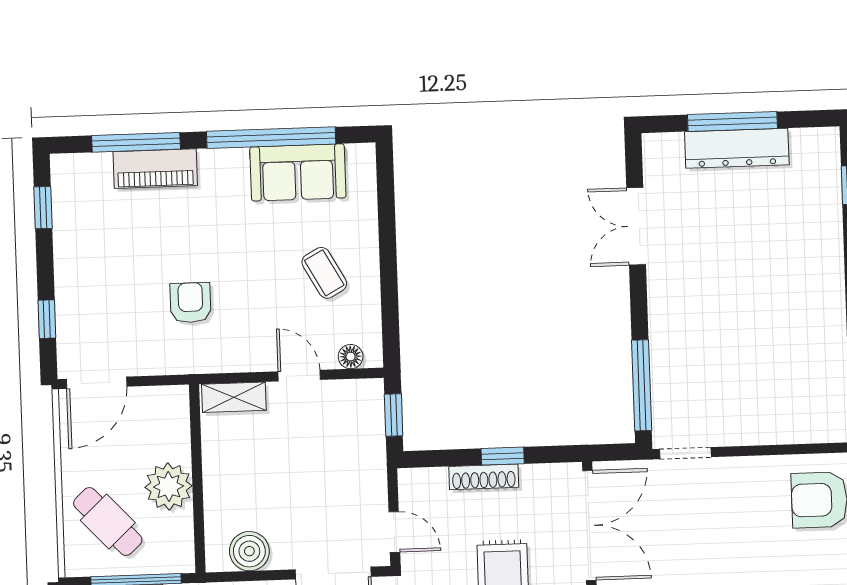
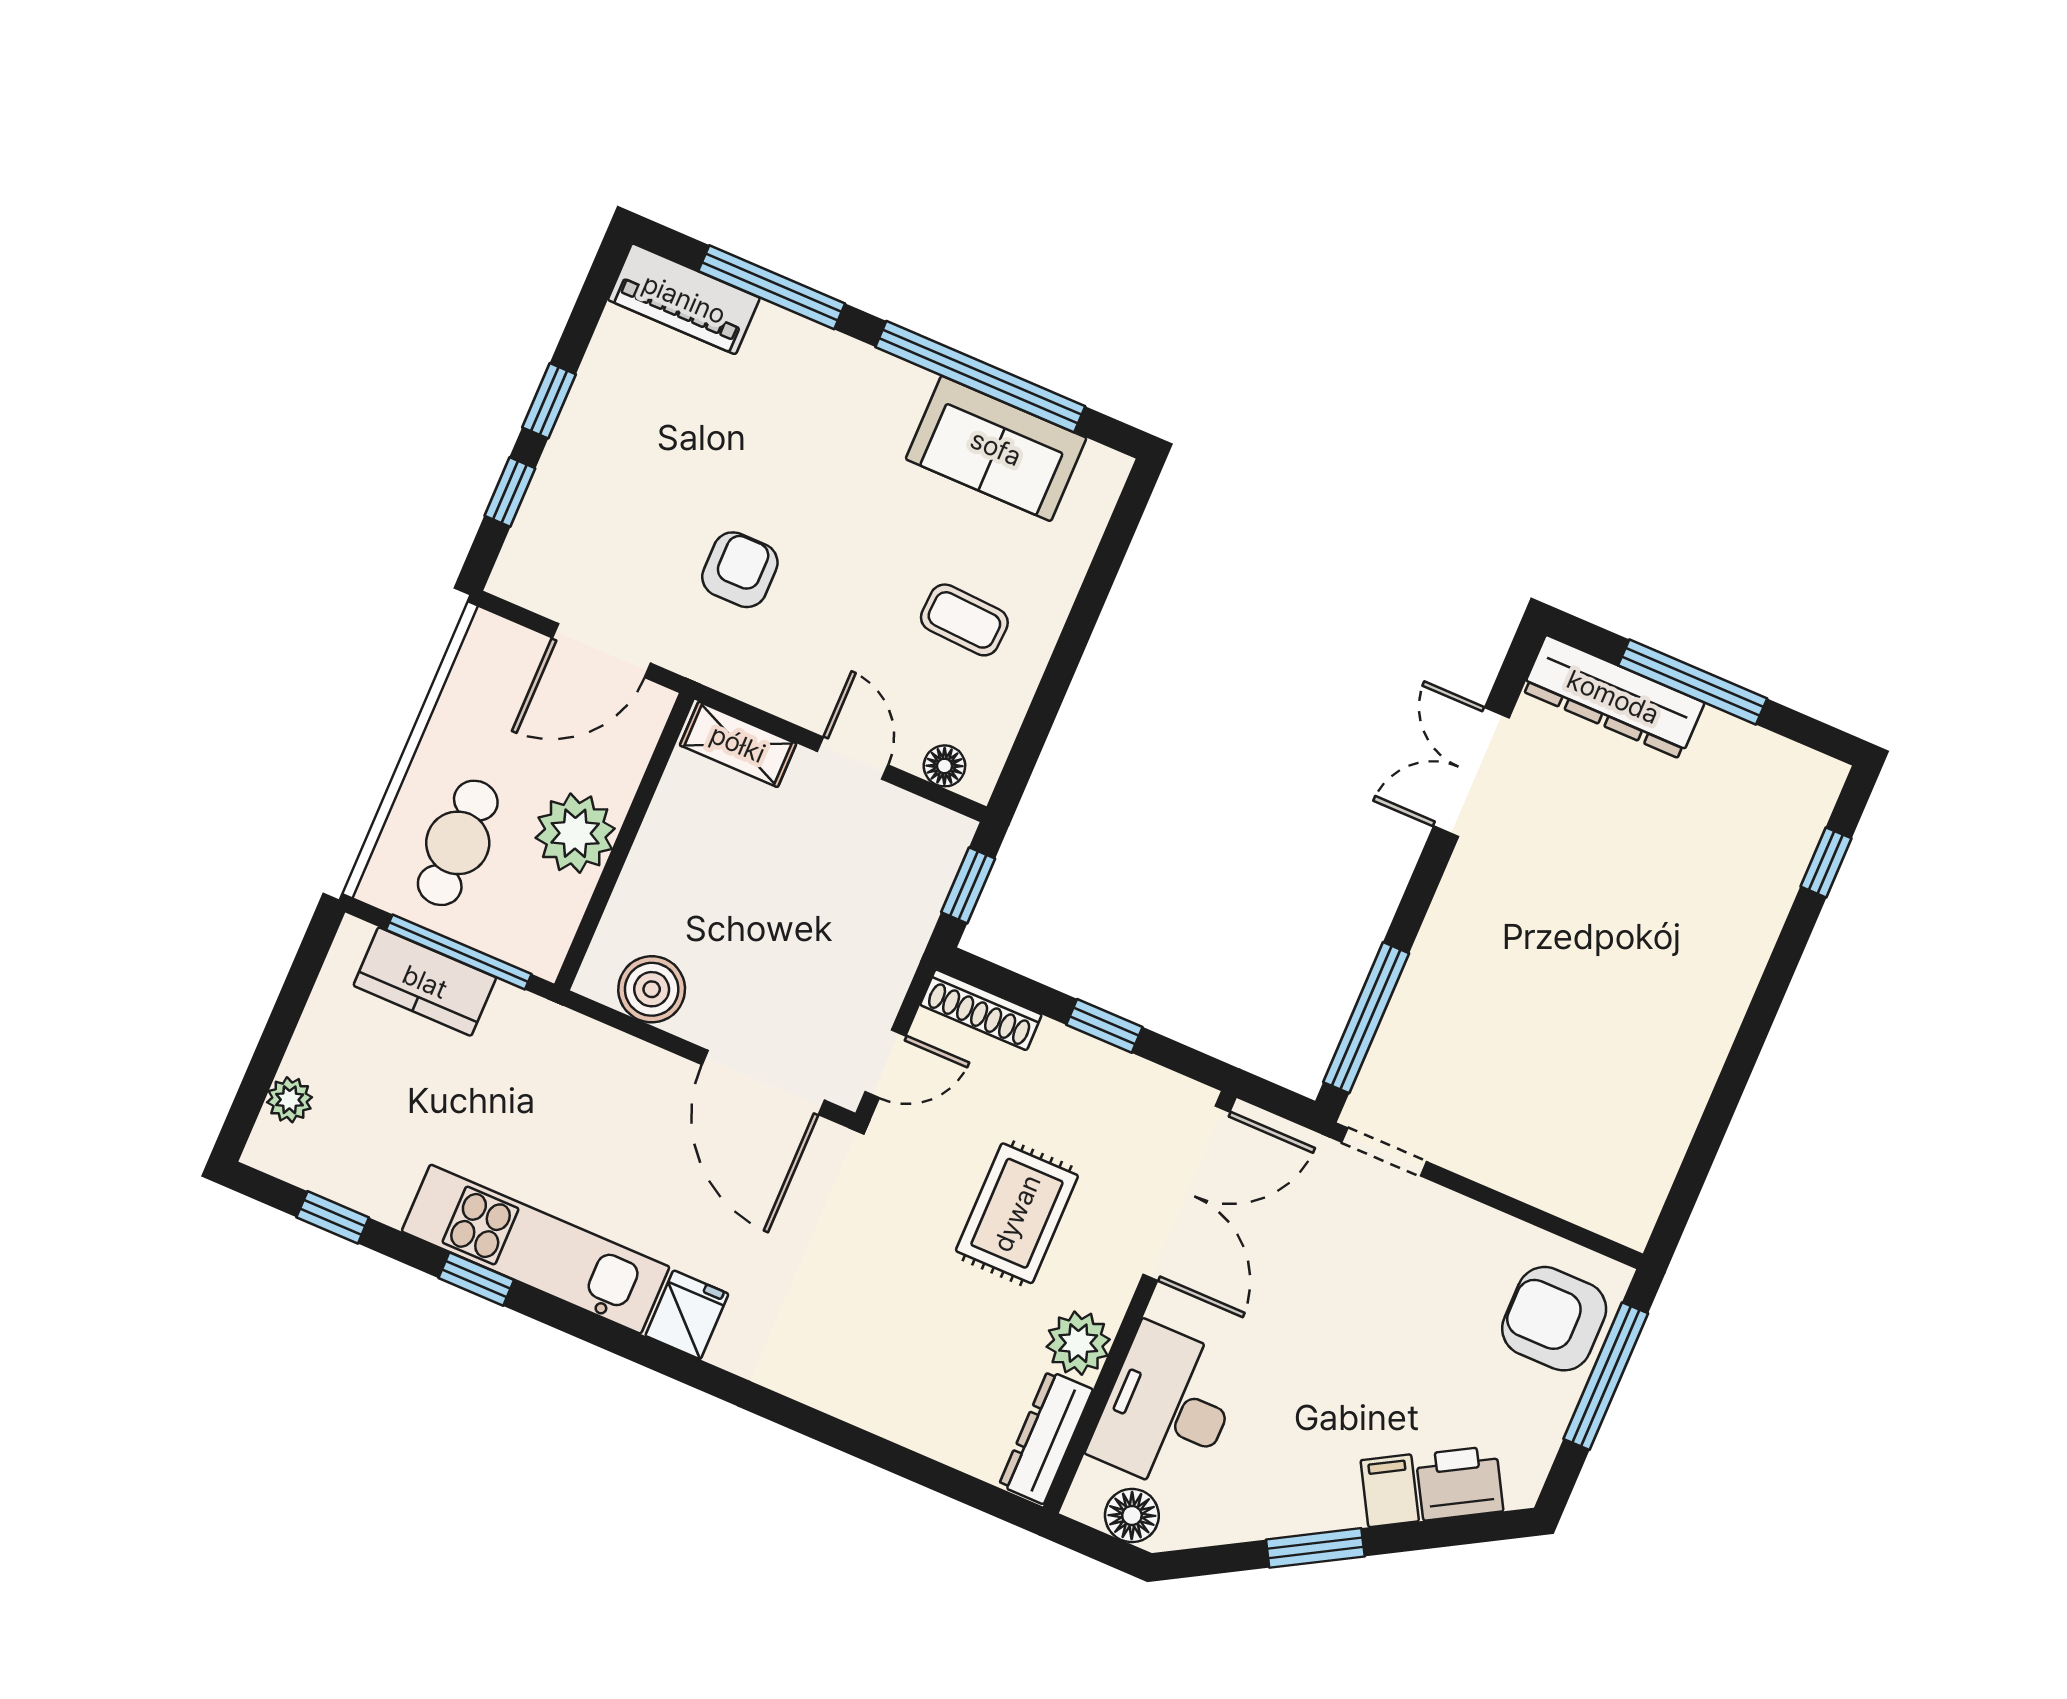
dresser: (737, 148) -> (1613, 697), moved
piano: (155, 169) -> (684, 299), moved
window: (43, 208) -> (549, 401), moved
coffee table: (324, 273) -> (964, 620), turned -58
door: (97, 383) -> (601, 650), moved
shoe rack: (484, 477) -> (981, 1010), moved
cafe table: (108, 521) -> (458, 843), turned 43
door: (394, 532) -> (886, 1064), hinge flipped

